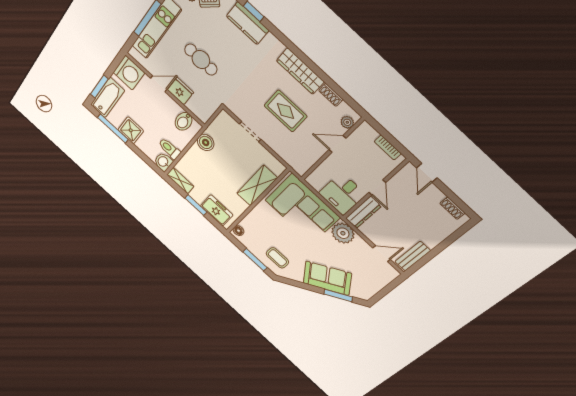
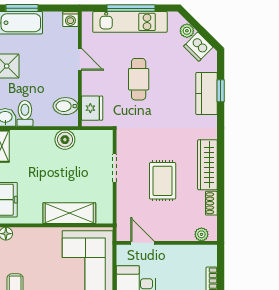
washing machine: (129, 73) -> (70, 19), width x0.53, depth x0.53
fridge: (180, 91) -> (92, 108), moved
door: (337, 144) -> (142, 243), moved

